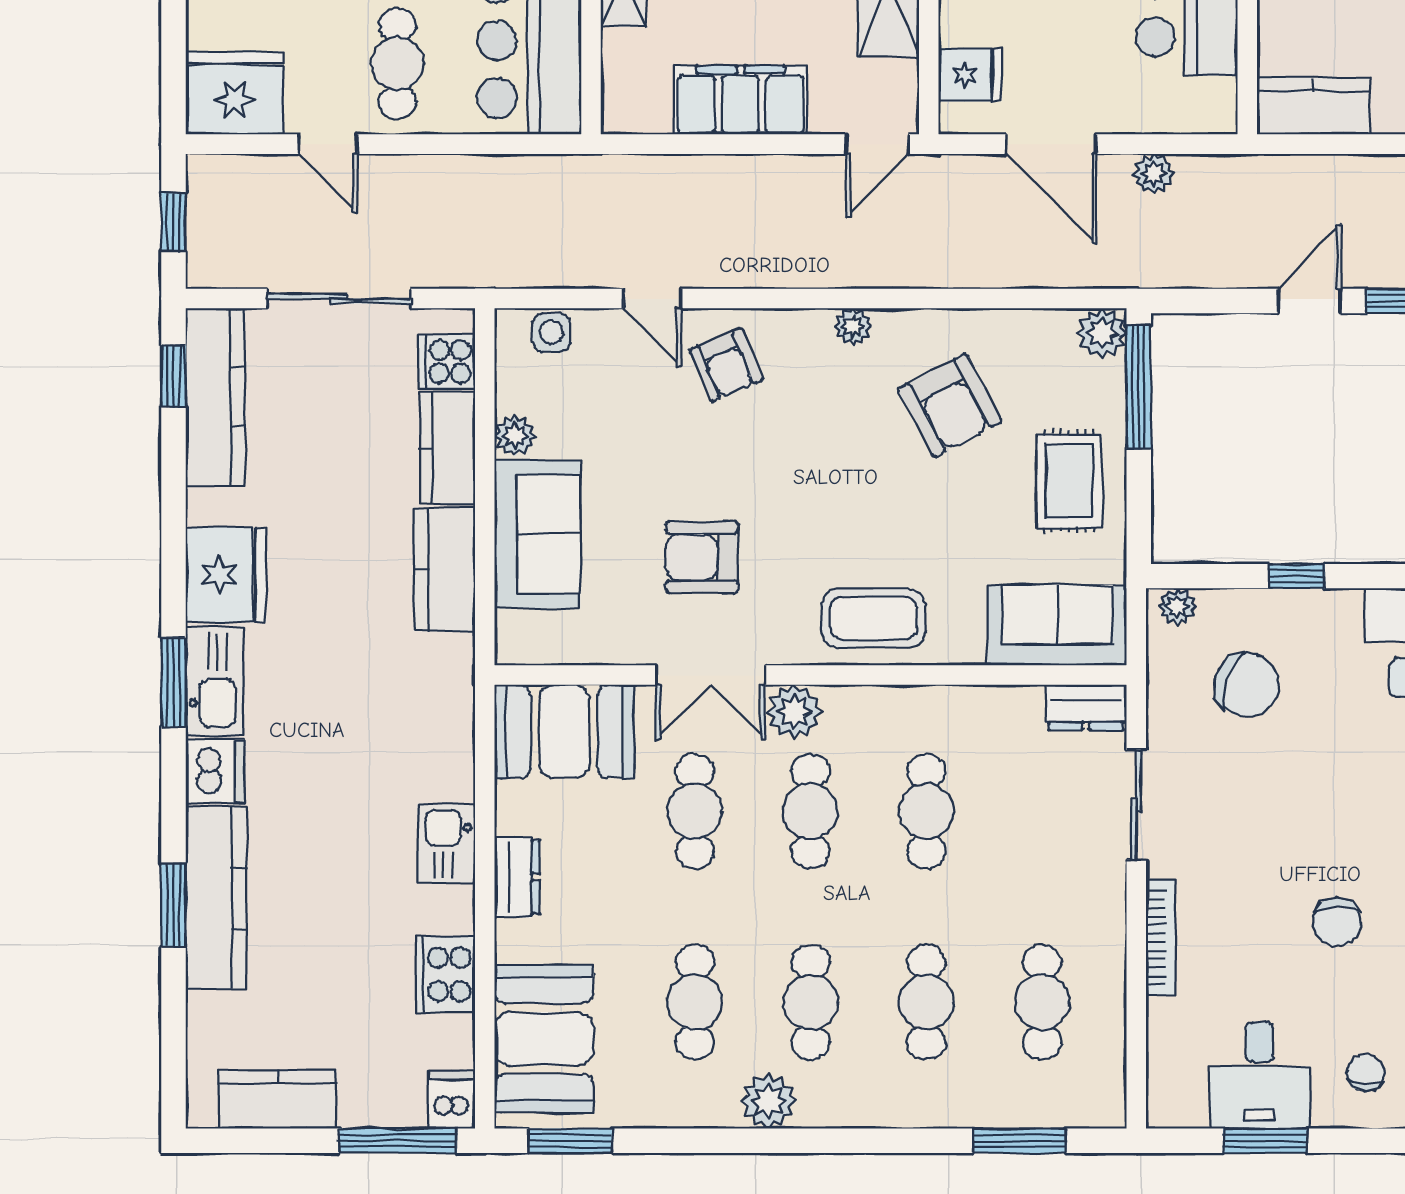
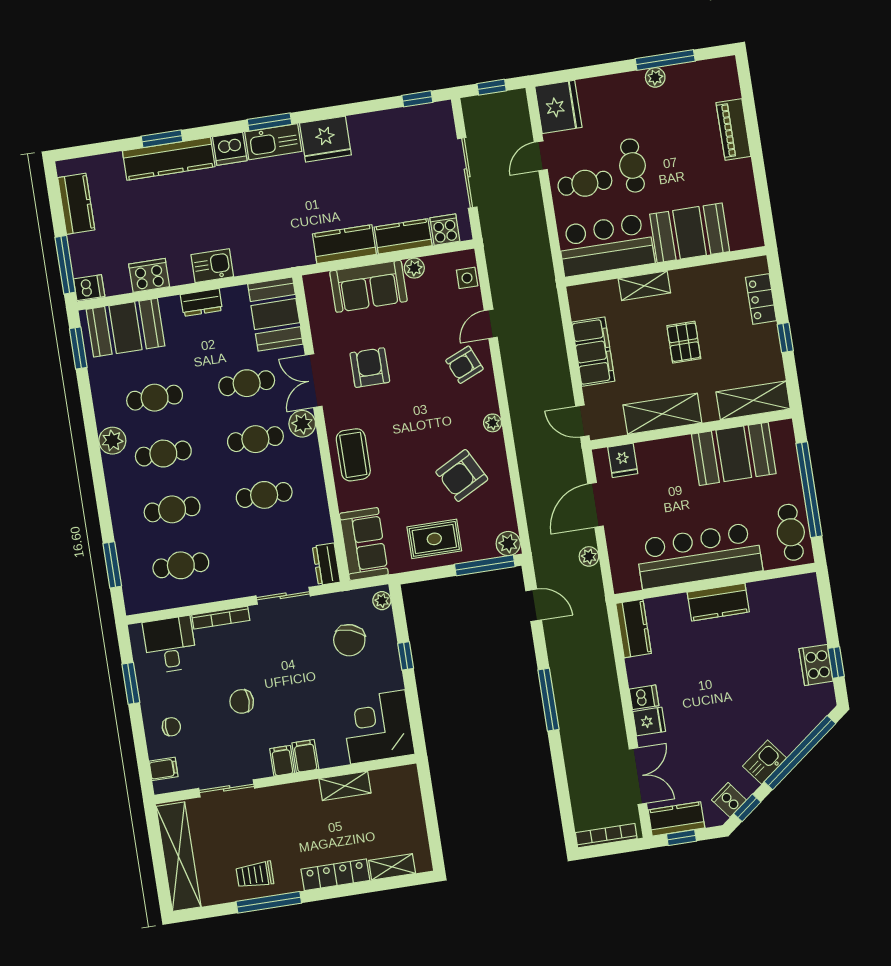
door: (1309, 301) -> (534, 605), moved
kitchen counter: (215, 397) -> (410, 120), removed
desk: (1260, 1075) -> (170, 645), moved, turned 90

